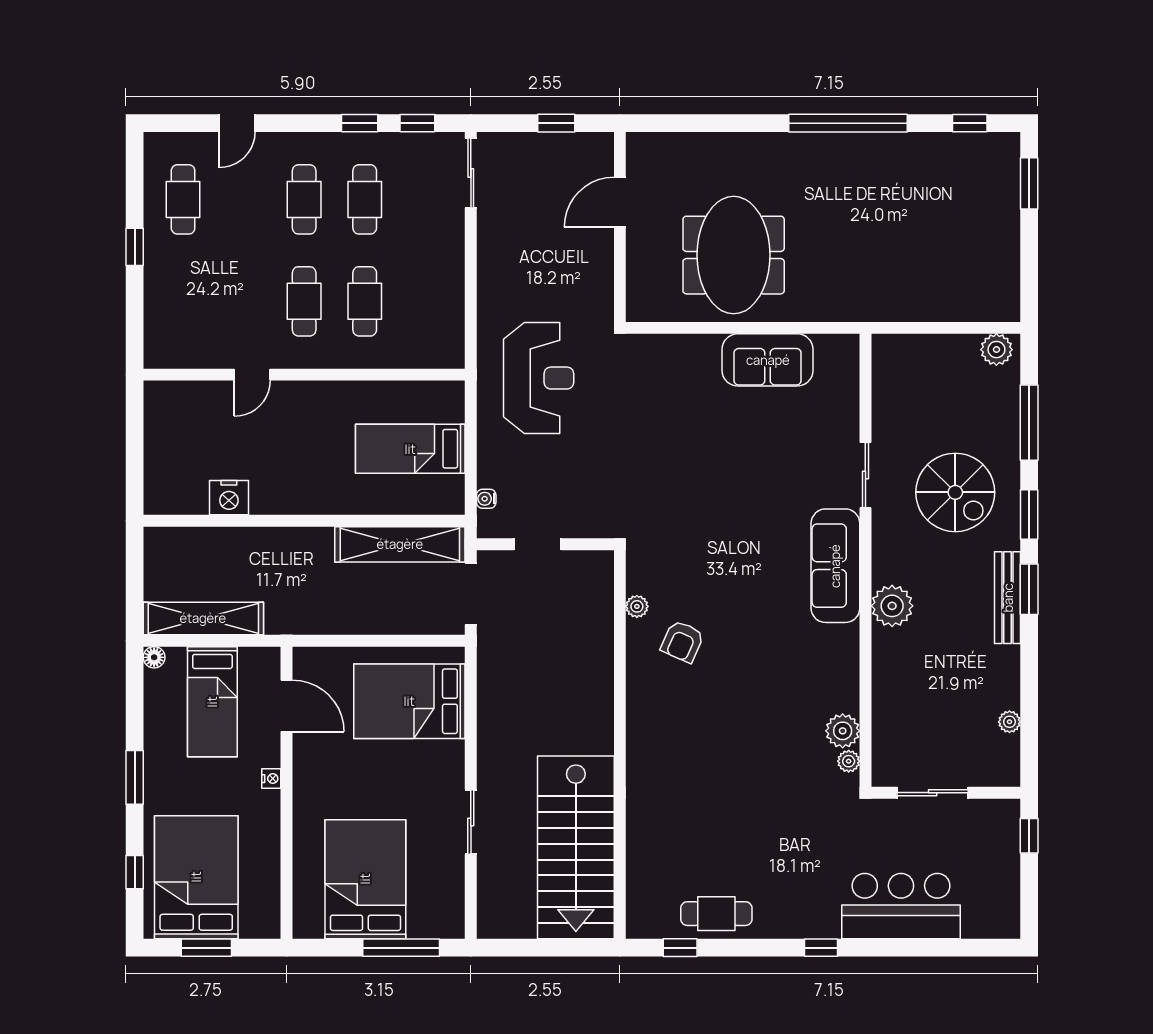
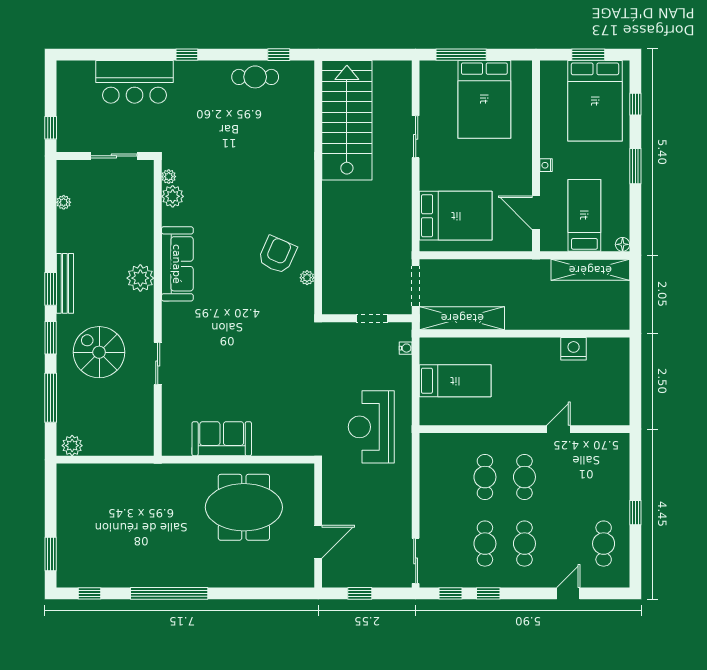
meeting table: (734, 255) -> (244, 507), turned 90
sofa: (835, 566) -> (177, 264), moved
armchair: (682, 642) -> (277, 255), width x1.38, depth x1.38

